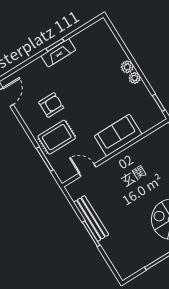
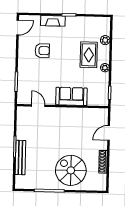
fireplace: (58, 53) -> (53, 21), moved
plant: (127, 67) -> (105, 40), moved
rug: (57, 137) -> (89, 55), moved, turned 90
bench: (91, 218) -> (20, 158), moved

